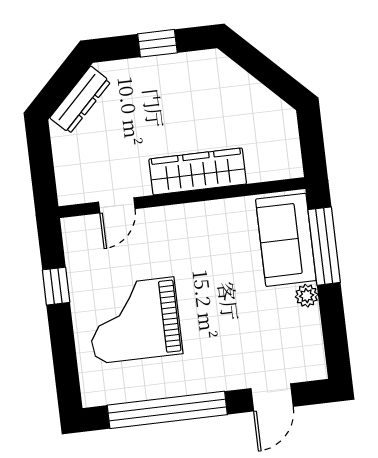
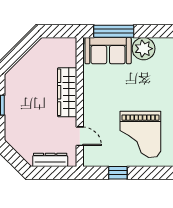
dresser: (80, 100) -> (50, 160), moved, turned -45
plant: (307, 296) -> (144, 49), width x1.88, depth x1.88

